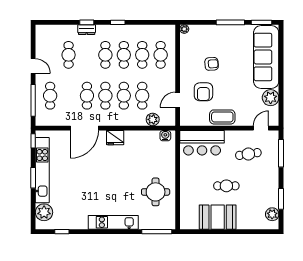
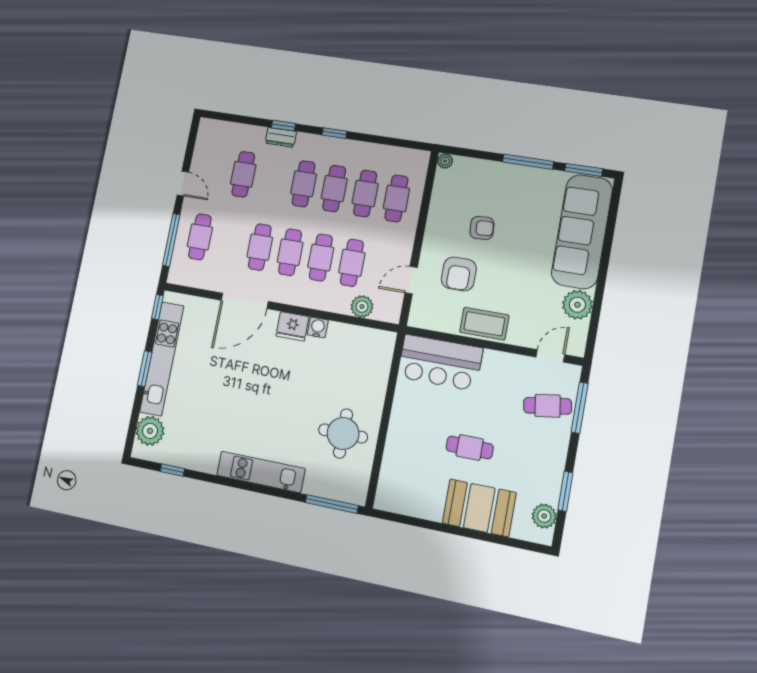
water cooler: (165, 136) -> (318, 327), moved
cafe table: (248, 154) -> (548, 406), moved
booth: (218, 217) -> (479, 508), moved

